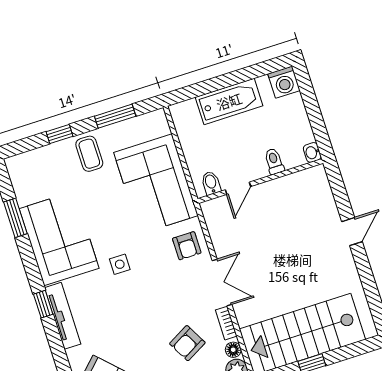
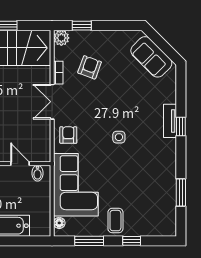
door: (238, 188) -> (20, 164), hinge flipped
corner sofa: (59, 238) -> (155, 169), removed
tv unit: (63, 316) -> (170, 121), width x0.71
armchair: (187, 343) -> (90, 67), turned -41
floor lamp: (233, 350) -> (59, 223), moved

